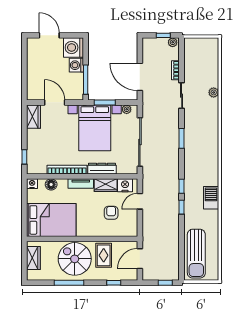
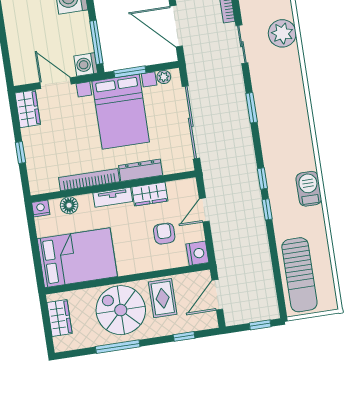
washing machine: (76, 65) -> (86, 65), moved
plant: (214, 92) -> (282, 33), width x1.88, depth x1.88
window: (24, 157) -> (20, 152), moved
nightstand: (125, 185) -> (197, 253), moved, turned 90

